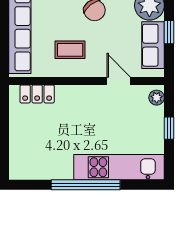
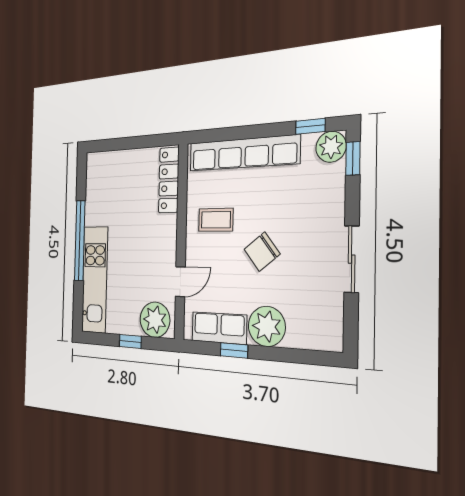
coffee table: (70, 50) -> (216, 220), turned 90
locker: (37, 94) -> (169, 180), width x1.53
plant: (157, 98) -> (155, 320), width x1.88, depth x1.88

